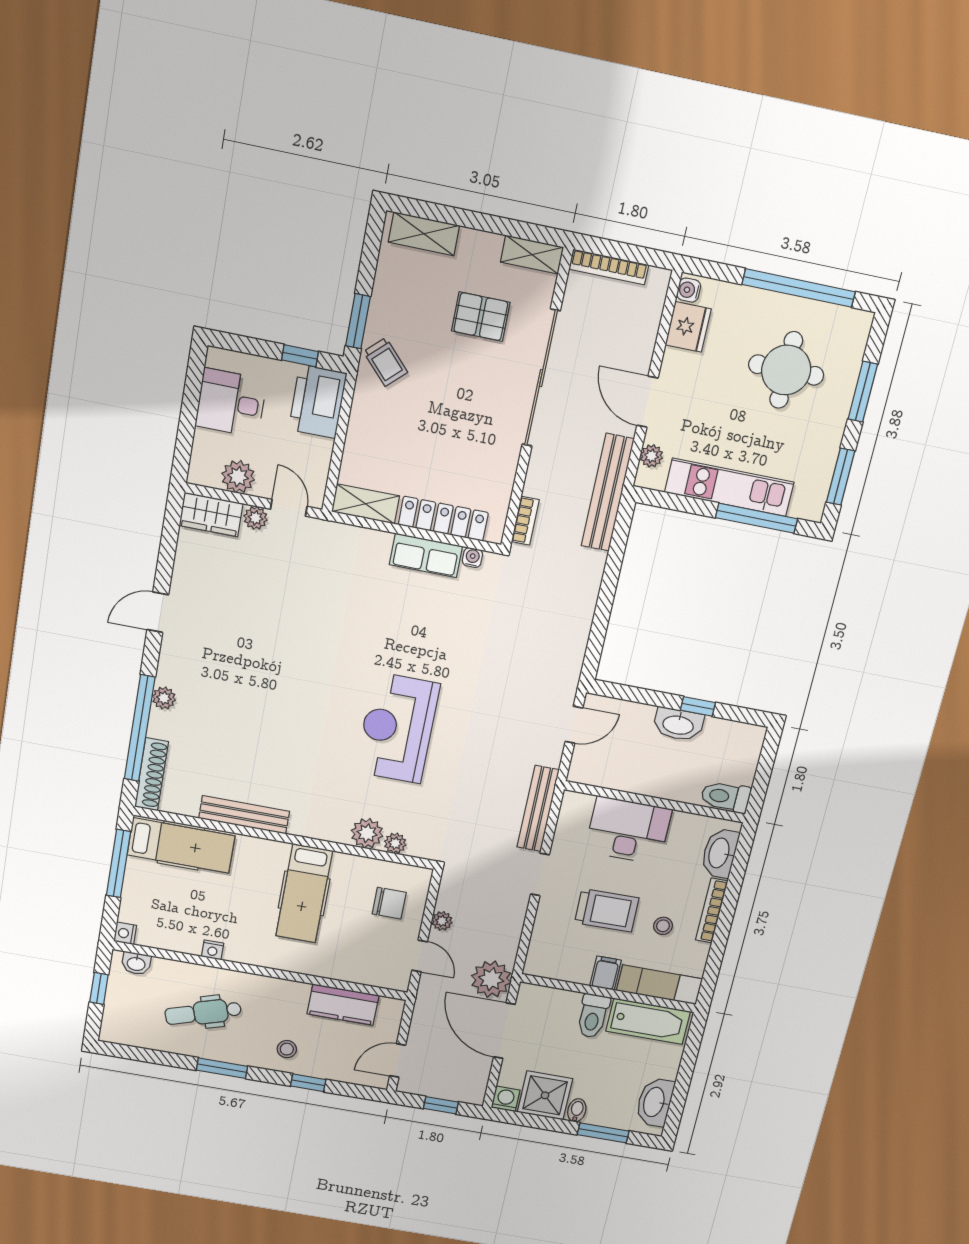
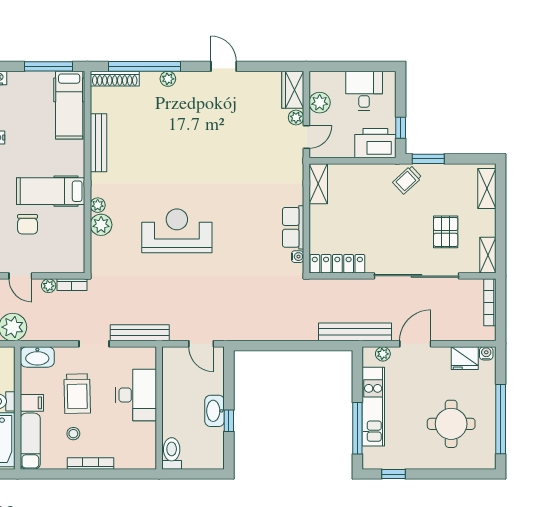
window: (863, 392) -> (448, 474), removed
window: (841, 477) -> (393, 474), width x0.67
locker: (443, 519) -> (337, 264), moved, turned -90
bookcase: (525, 521) -> (72, 285), moved
plant: (395, 843) -> (98, 205), moved
washbasin: (720, 853) -> (37, 357), moved, turned 180
chair: (389, 903) -> (28, 224), moved
door: (420, 956) -> (20, 276), hinge flipped

